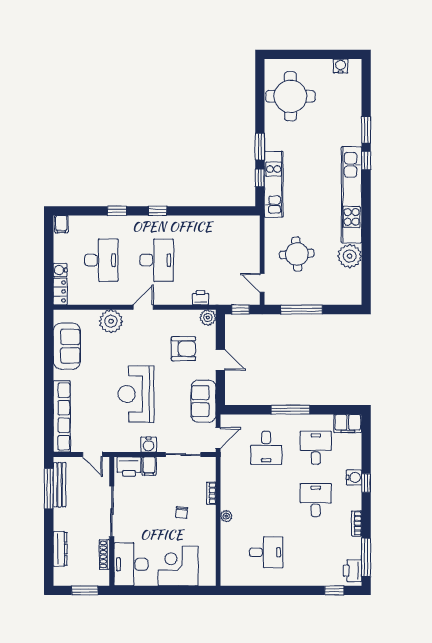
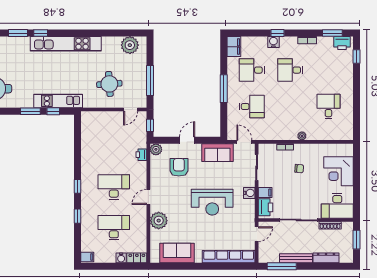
plant: (350, 256) -> (130, 45), moved
door: (143, 307) -> (148, 197), hinge flipped
bench: (60, 485) -> (296, 258), moved
window: (366, 557) -> (332, 33), width x0.69

